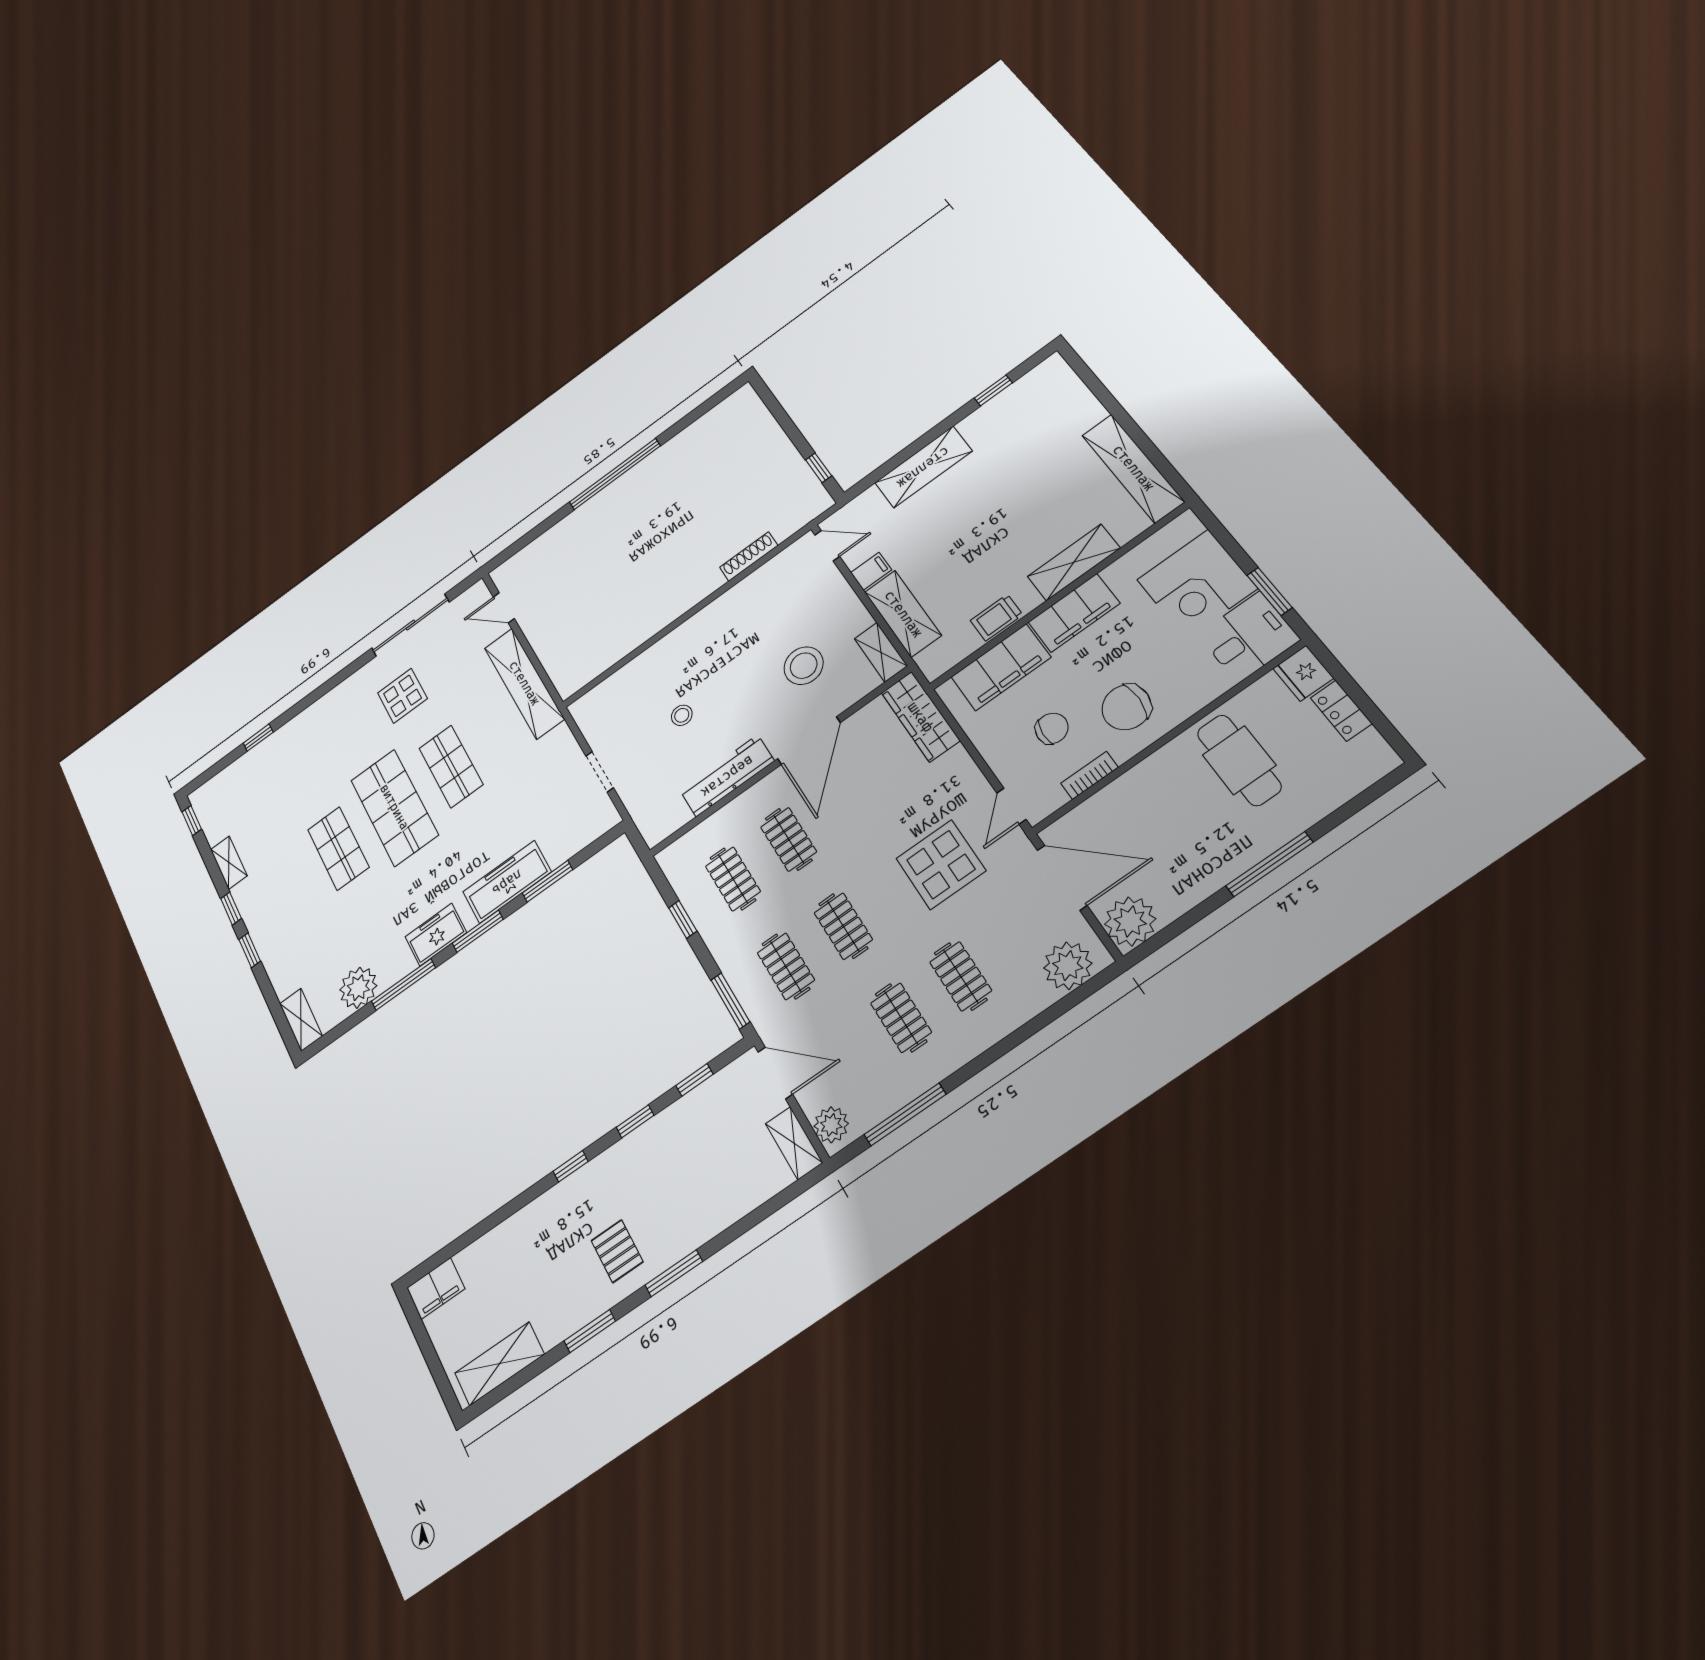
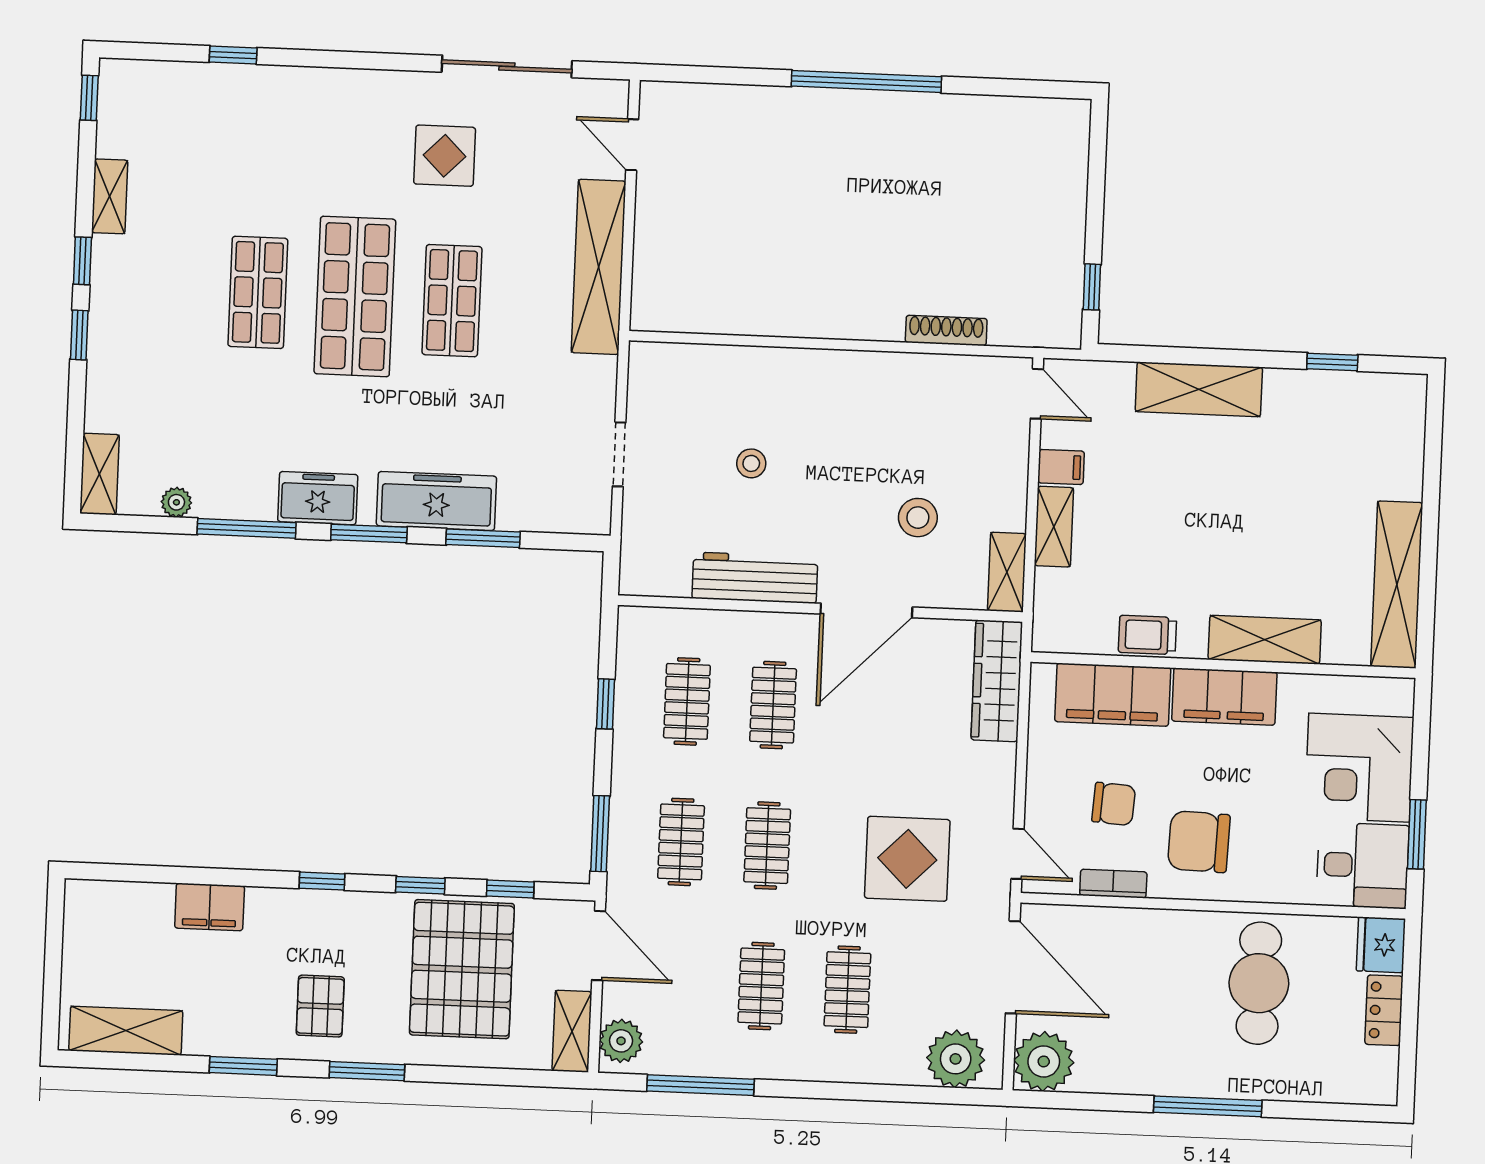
shelving: (903, 614) -> (1054, 527), width x0.67, depth x0.75
stool: (804, 666) -> (918, 518), width x0.73, depth x0.73
door: (1011, 806) -> (1018, 854), swing flipped
plant: (358, 988) -> (176, 502), width x0.53, depth x0.53
pallet: (695, 1156) -> (462, 969), added
filing cabinet: (436, 1288) -> (210, 907), moved

